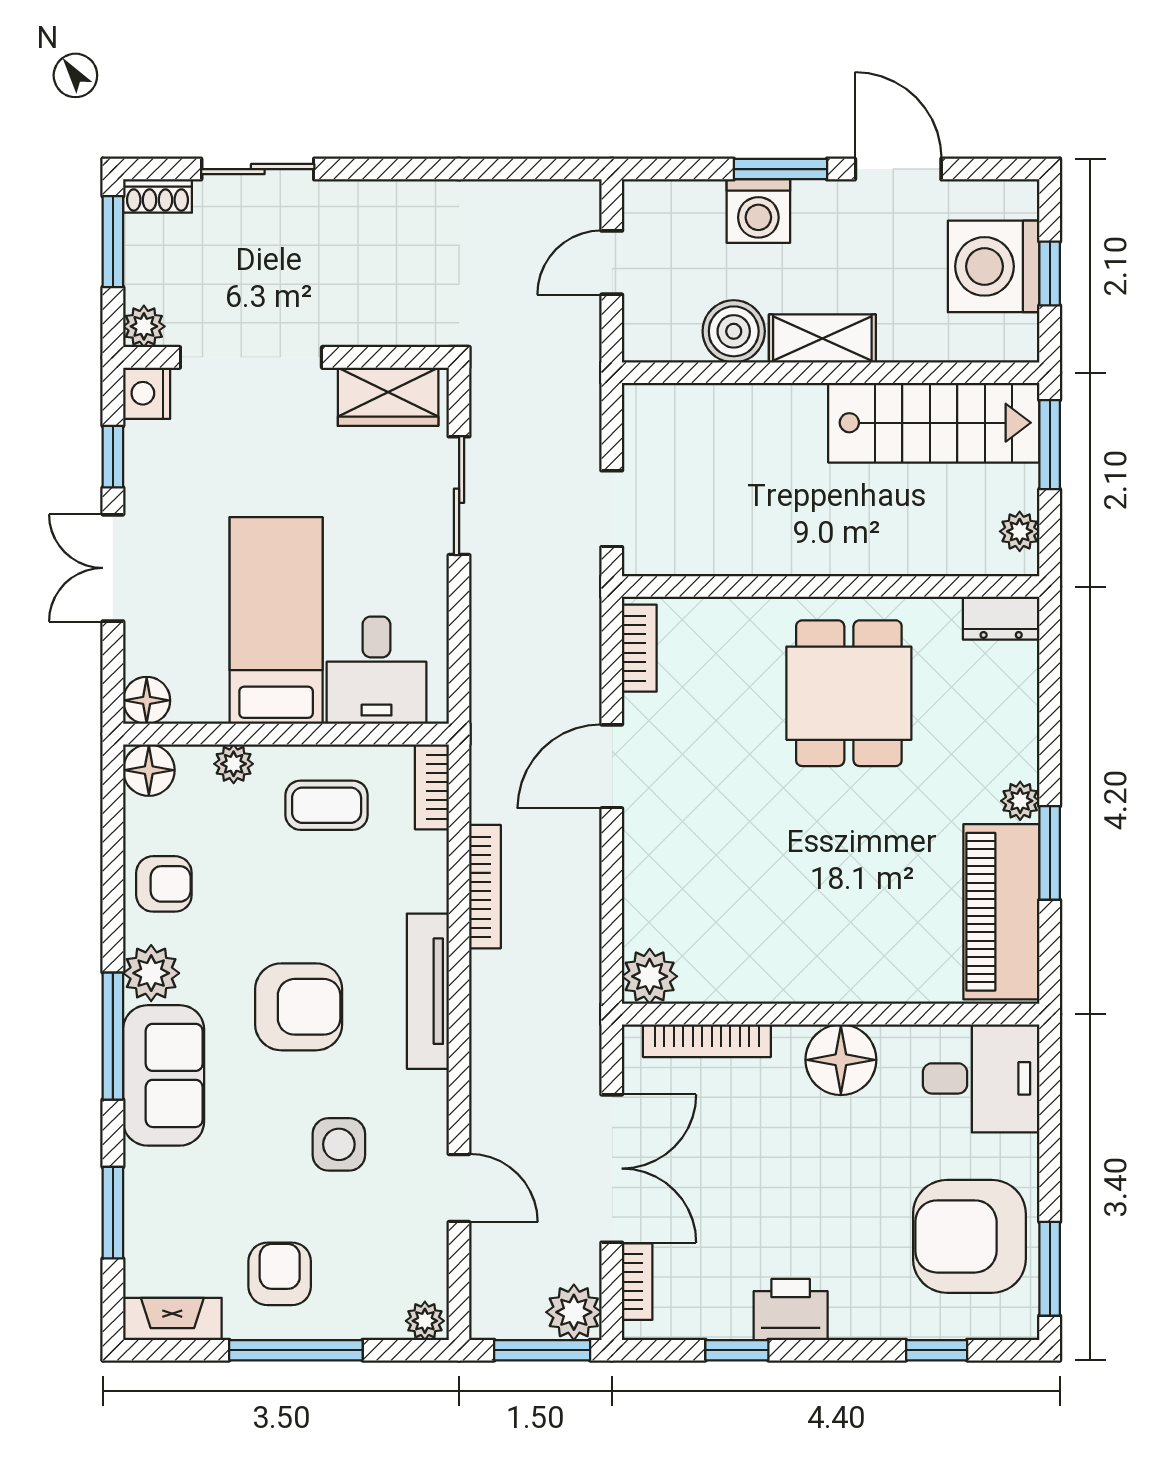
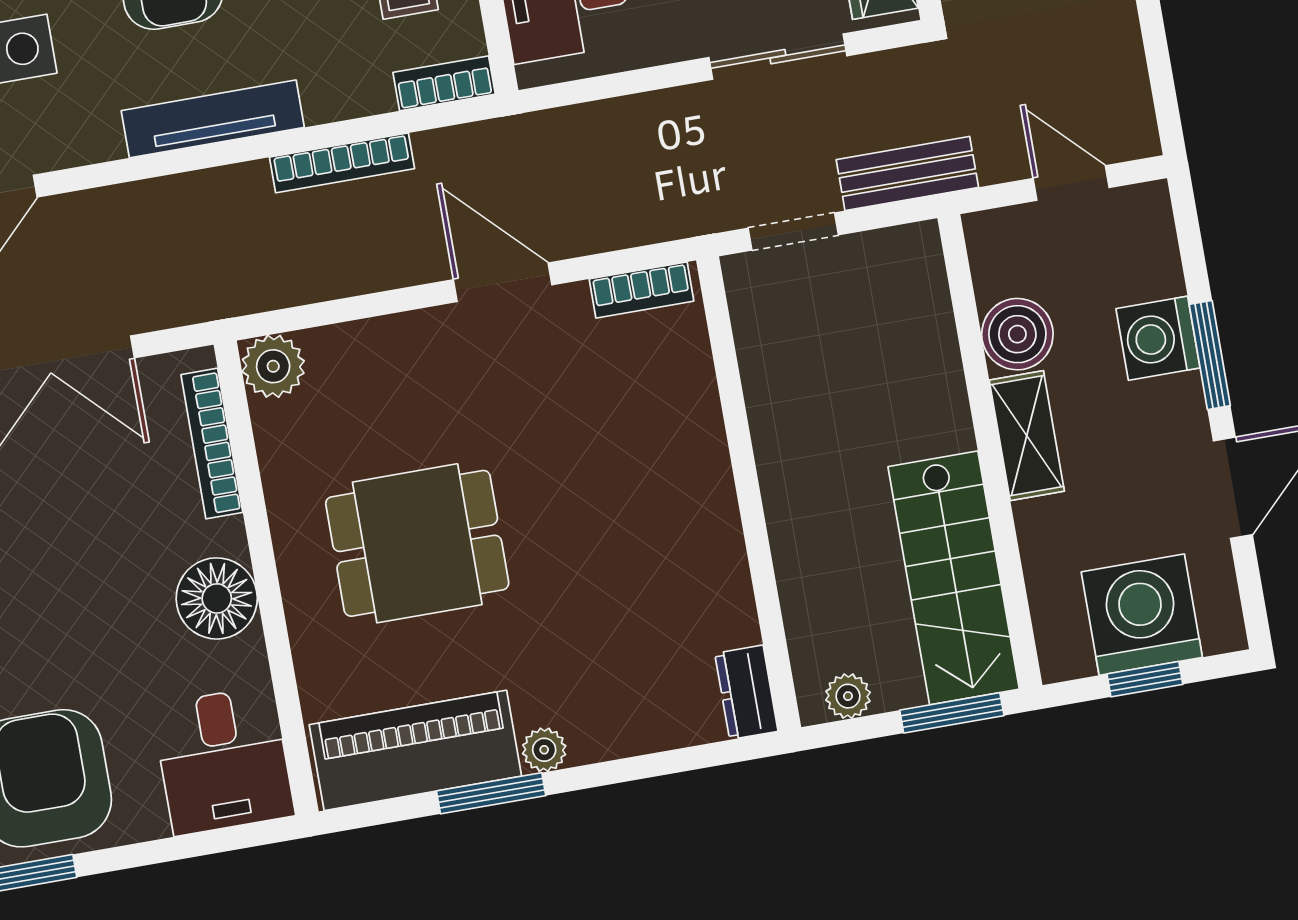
bench: (579, 402) -> (907, 173), added
dining table: (849, 693) -> (417, 543), moved

